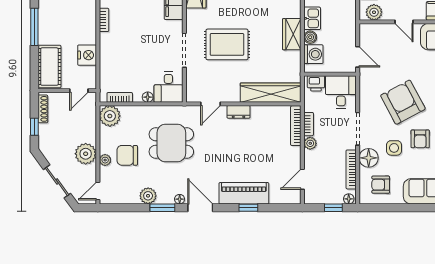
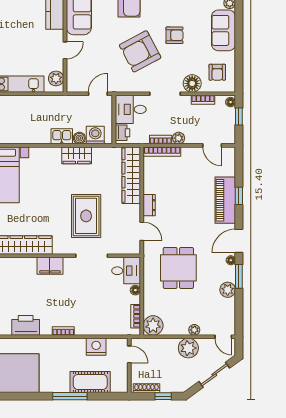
cot: (49, 67) -> (90, 382), moved
side table: (394, 148) -> (183, 60), removed
chair: (127, 155) -> (190, 309), removed
bookcase: (351, 169) -> (203, 100), width x0.64

